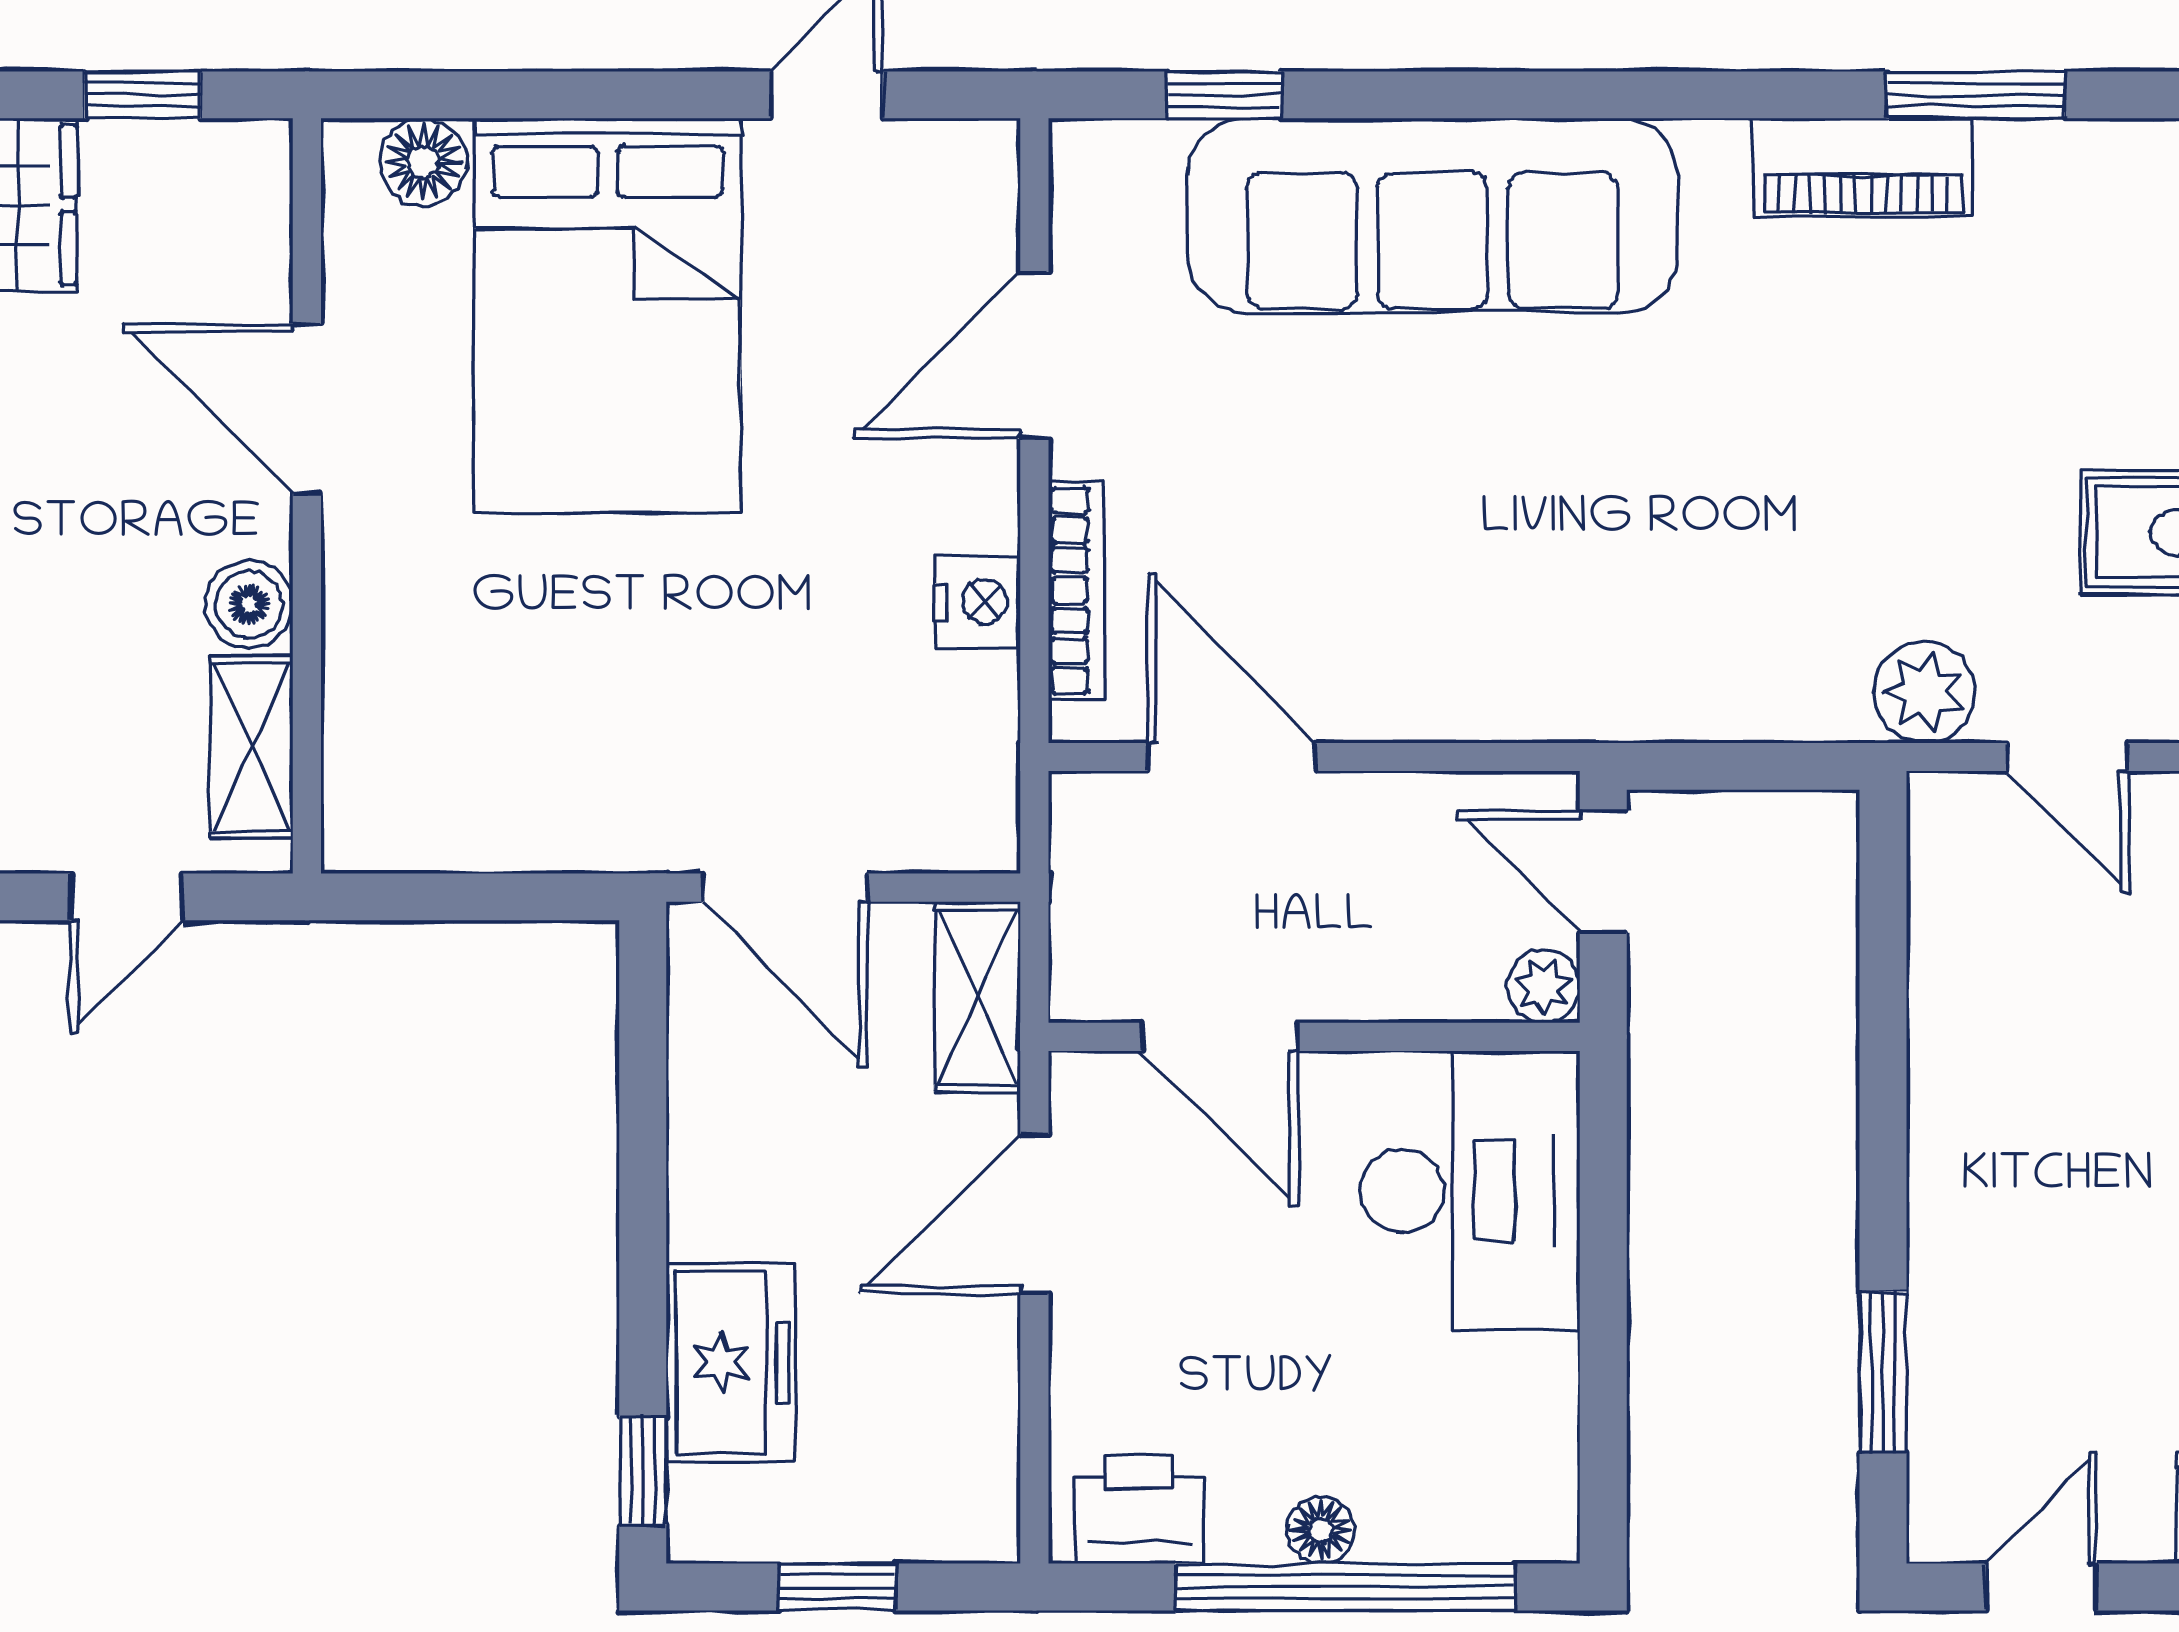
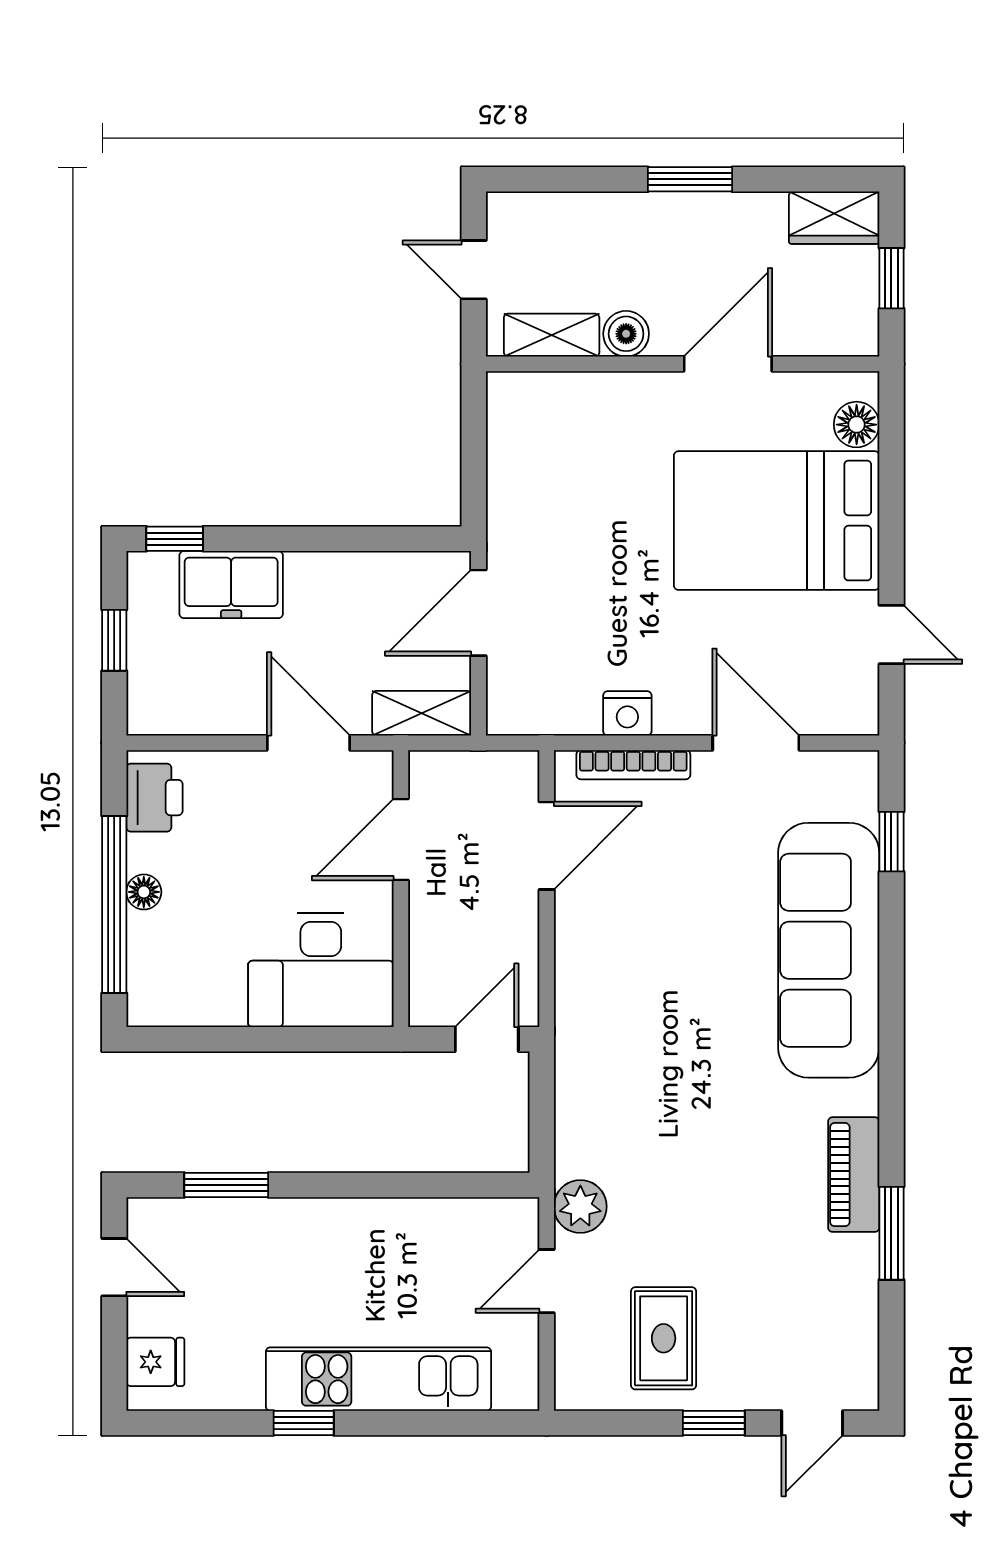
plant: (1544, 986) -> (427, 1008), removed

